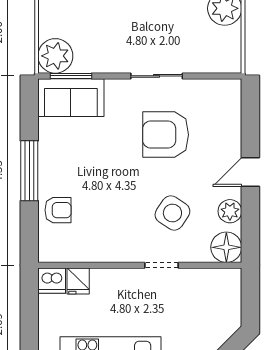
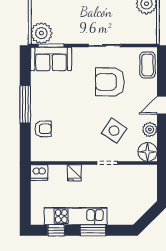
coffee table: (226, 107) -> (148, 65), added
fridge: (78, 281) -> (74, 173), moved

